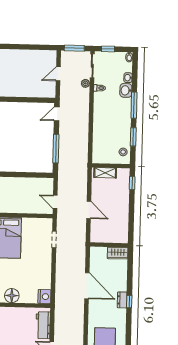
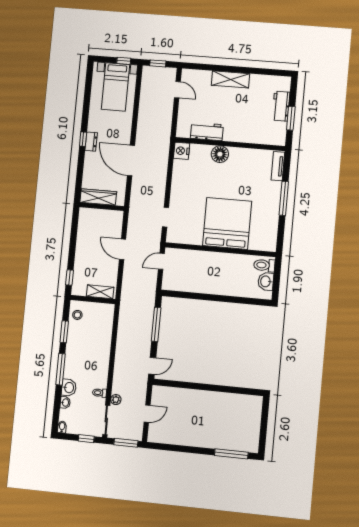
door: (55, 202) -> (161, 261), swing flipped
wardrobe: (118, 253) -> (98, 197), width x1.50
workbench: (43, 325) -> (207, 132), moved, turned -90

